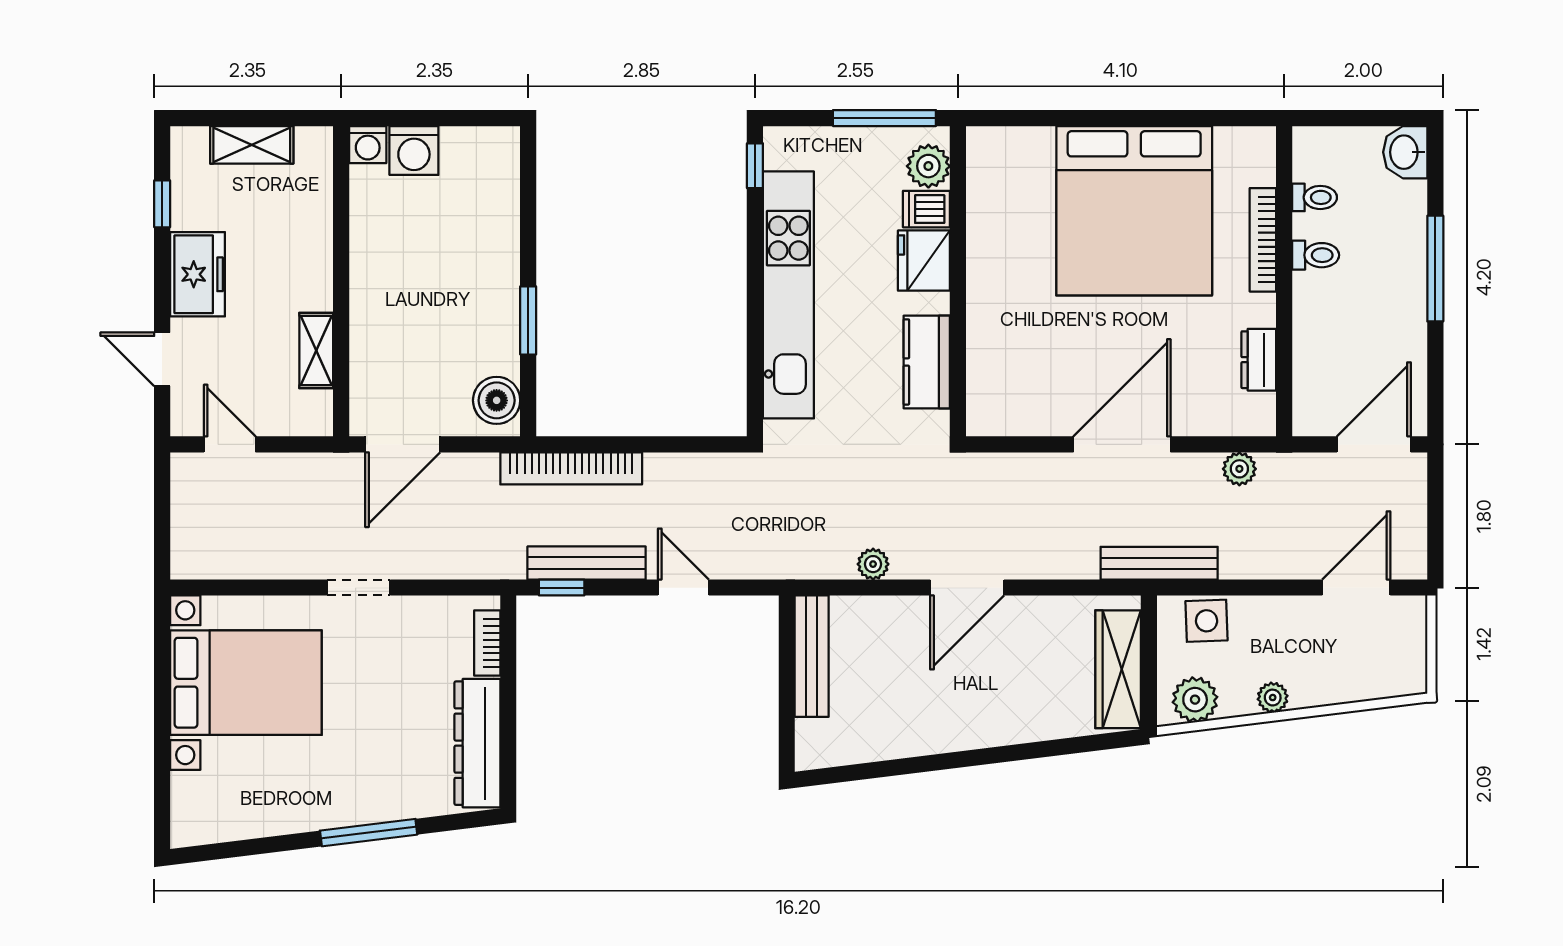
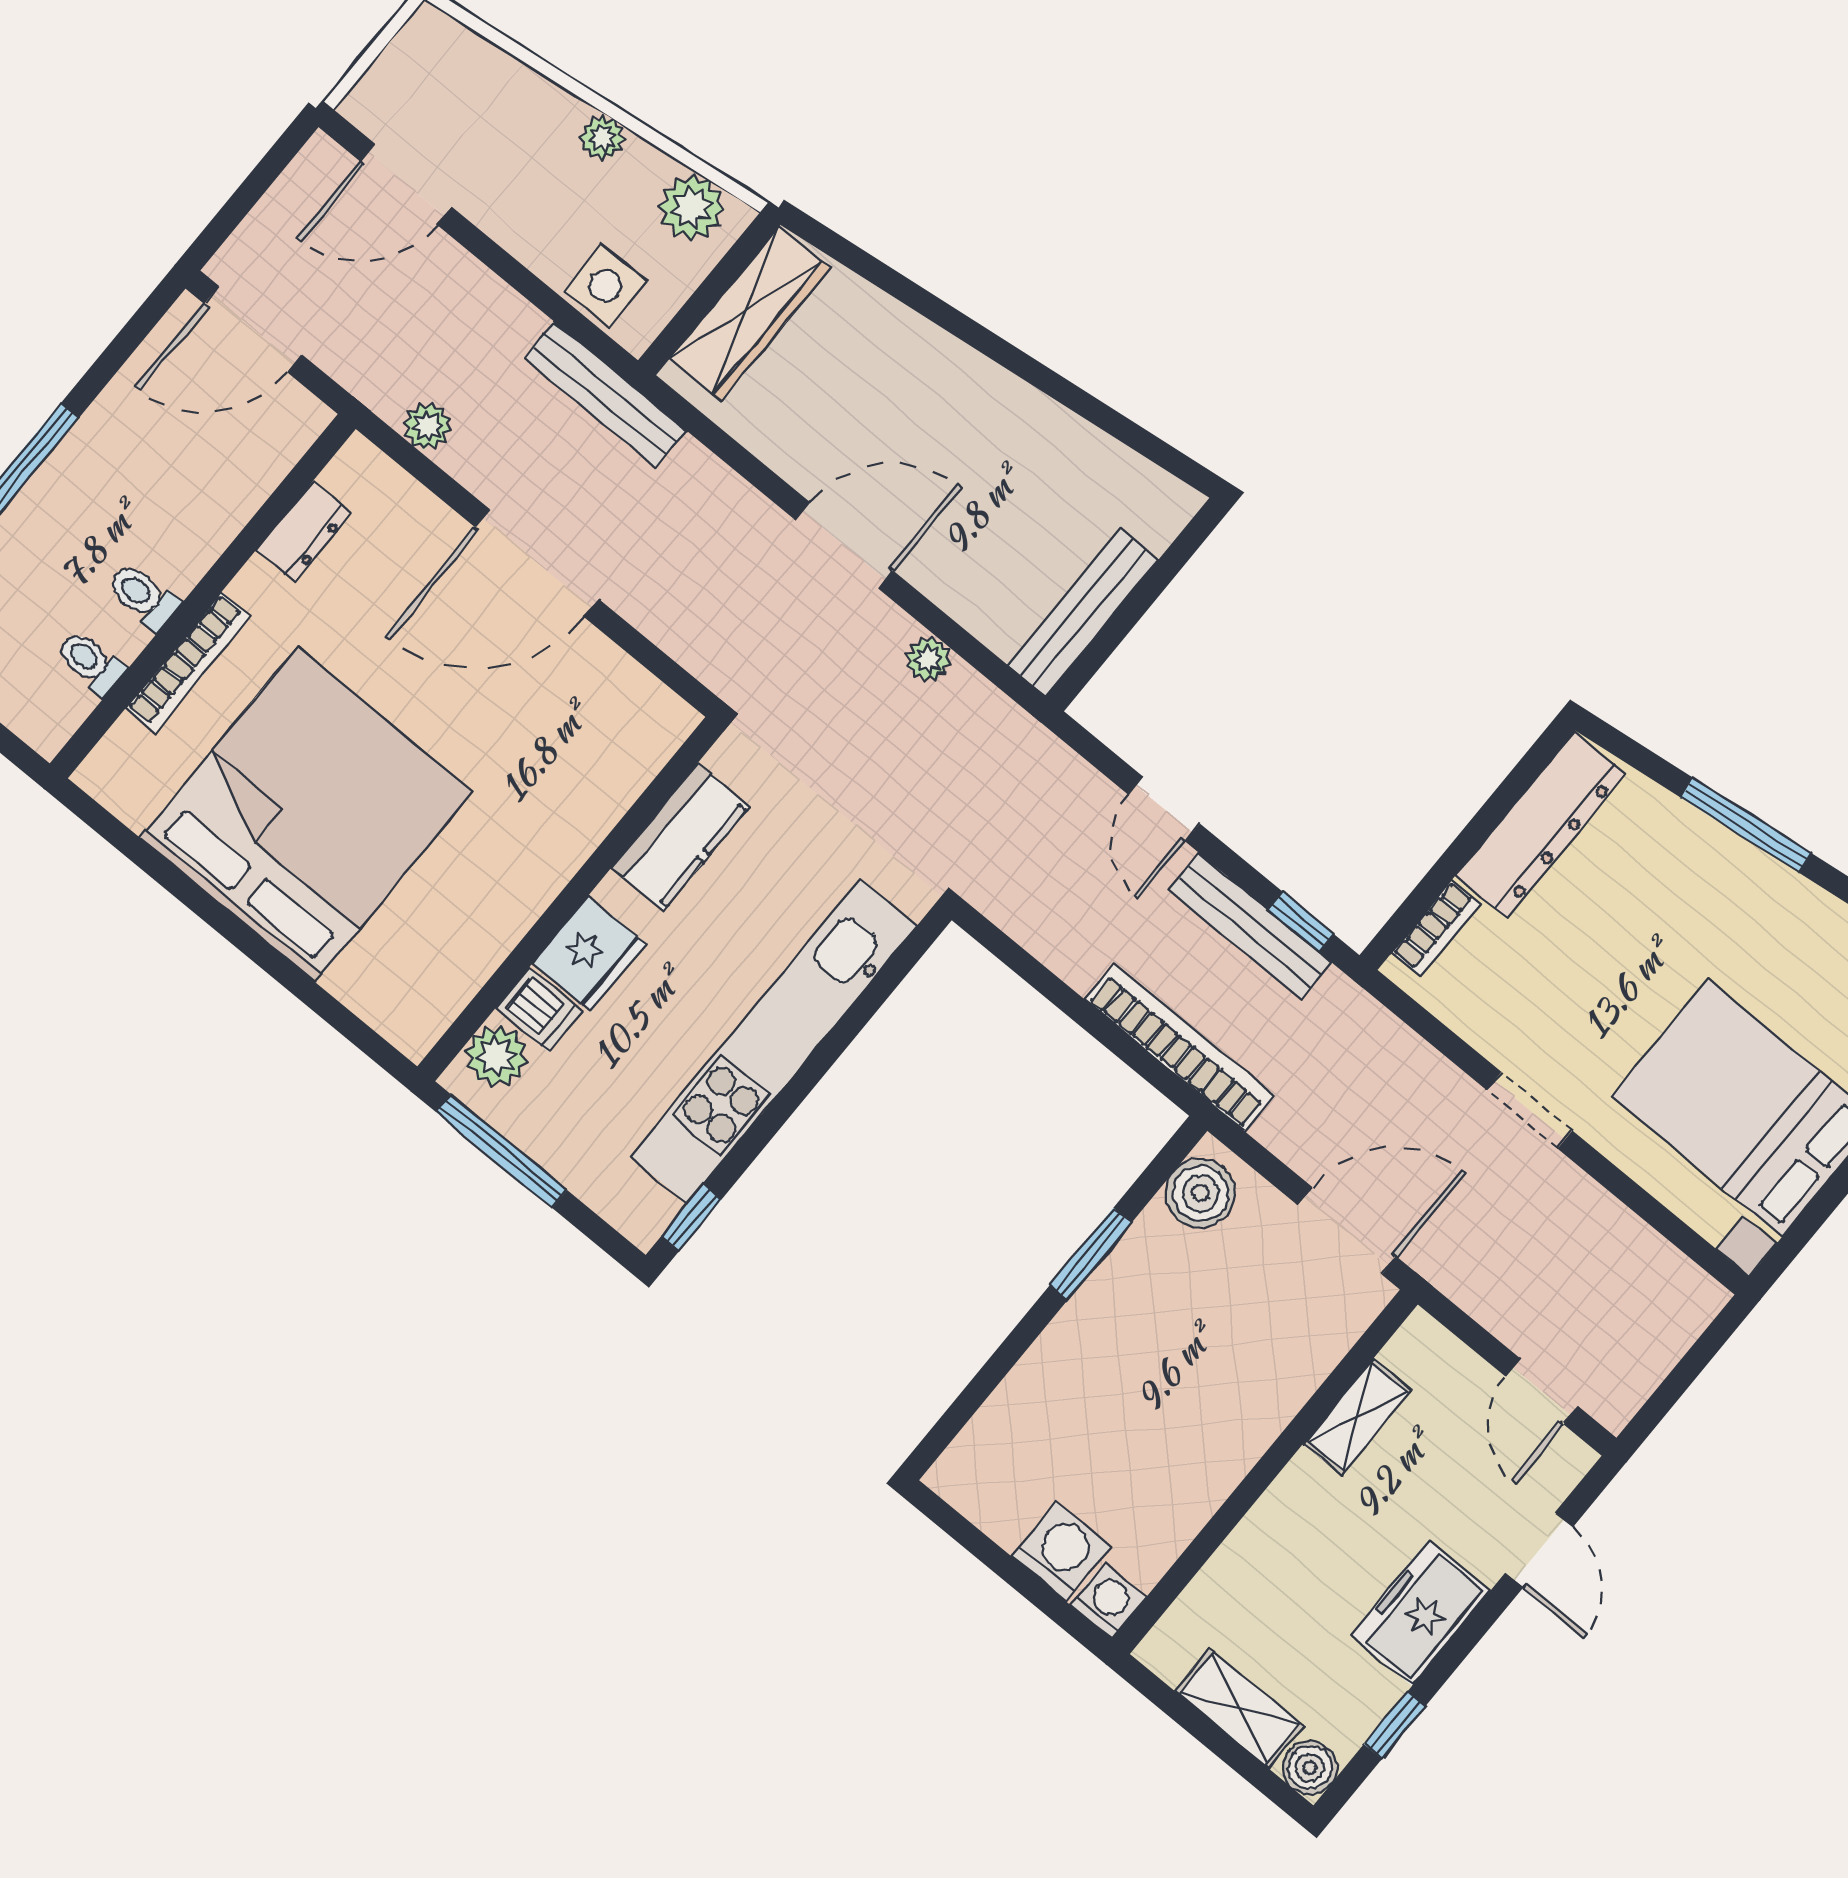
boiler: (188, 144) -> (1310, 1768), added

